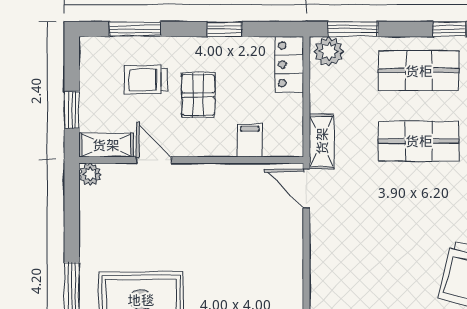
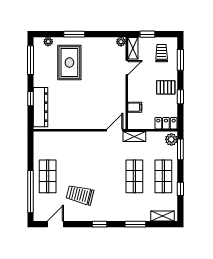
trolley: (146, 80) -> (162, 53), moved
pallet: (198, 95) -> (166, 87), moved

